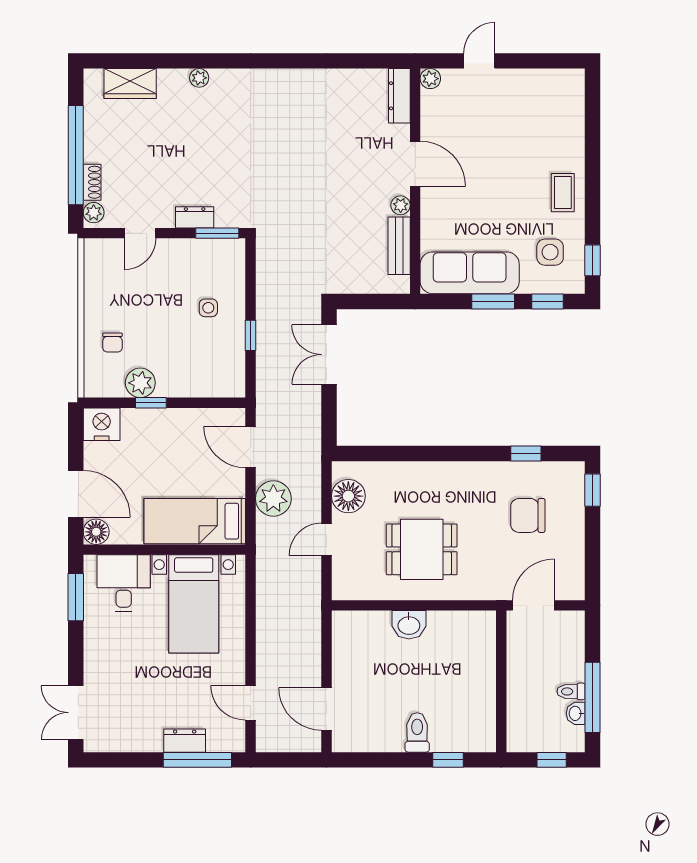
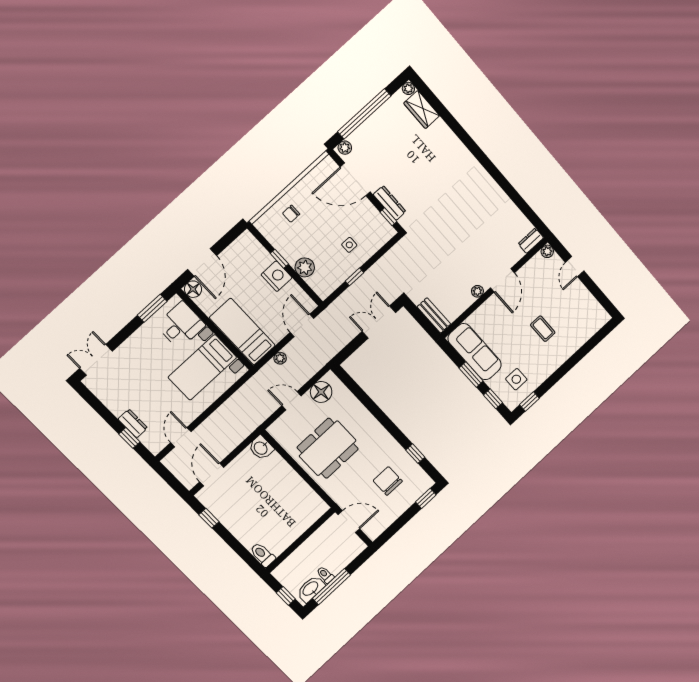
door: (479, 61) -> (575, 267), swing flipped
plant: (199, 78) -> (408, 88), moved
dresser: (399, 96) -> (531, 241), width x0.70
shoe rack: (92, 182) -> (359, 134), removed
coffee table: (563, 193) -> (543, 329), moved, turned 90
dresser: (195, 217) -> (390, 203), width x1.44
door: (140, 233) -> (355, 179), width x1.87
window: (217, 233) -> (388, 217), width x0.67
bench: (399, 246) -> (434, 315), moved, turned 90
plant: (140, 383) -> (305, 267), moved
nightstand: (102, 424) -> (277, 276), moved
plant: (273, 499) -> (280, 358), width x0.53, depth x0.53
dining table: (422, 549) -> (328, 448), width x1.38
washbasin: (409, 625) -> (261, 448), moved
washbasin: (576, 713) -> (311, 589), width x1.91, depth x1.45
toilet: (417, 732) -> (263, 555), moved, turned -90
window: (197, 760) -> (129, 438), width x0.46
window: (448, 760) -> (209, 518), moved

